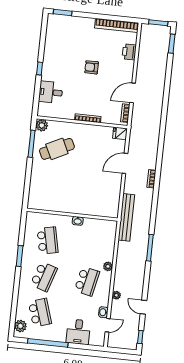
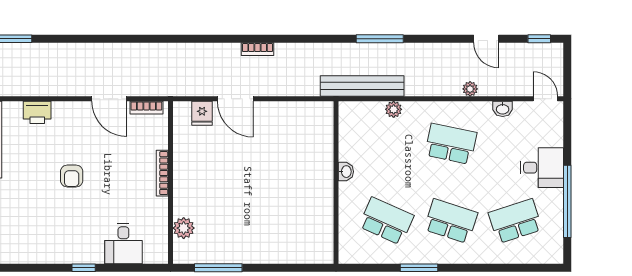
plant: (42, 125) -> (184, 228), moved
fridge: (120, 133) -> (202, 113), moved
cafe table: (57, 149) -> (222, 222), removed
bench: (126, 217) -> (362, 86), moved
school desk: (48, 241) -> (386, 221), turned 36
plant: (108, 266) -> (394, 109), moved
door: (144, 307) -> (486, 39), hinge flipped
door: (108, 325) -> (545, 99), moved
plant: (20, 326) -> (543, 253), removed
desk: (78, 332) -> (542, 168), moved

